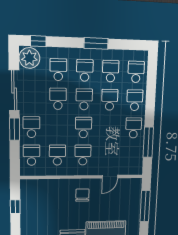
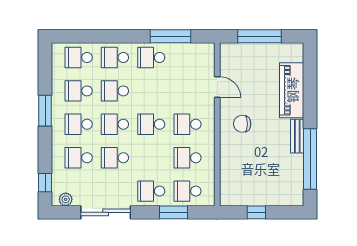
plant: (29, 58) -> (66, 199), width x0.53, depth x0.53
window: (14, 129) -> (173, 212), moved

